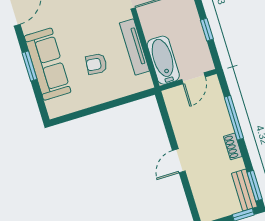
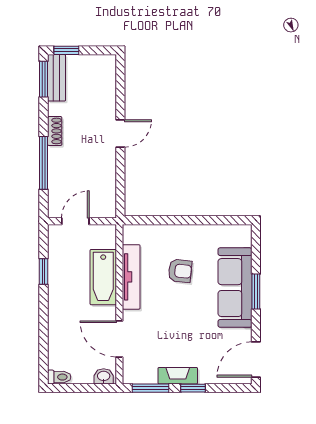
bathtub: (163, 60) -> (103, 277), moved

